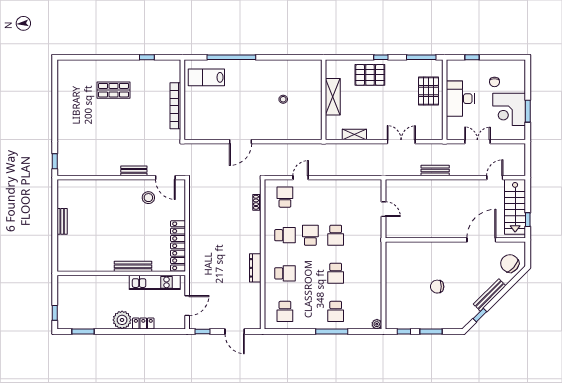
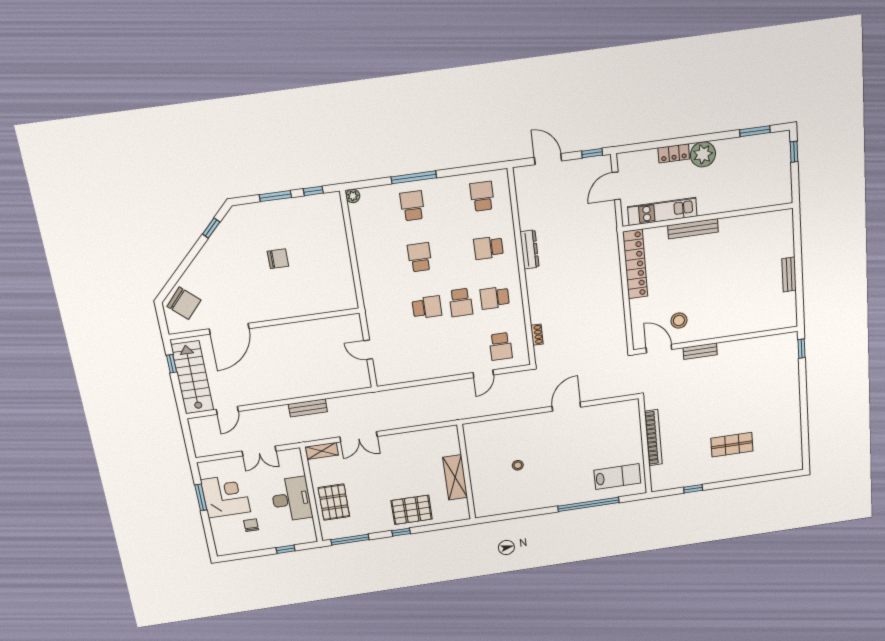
shelving: (354, 135) -> (322, 451), moved
school desk: (336, 235) -> (427, 307), turned 90
bench: (490, 295) -> (203, 257), removed

